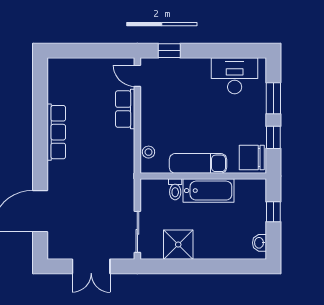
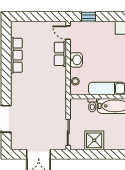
washbasin: (150, 119) -> (76, 60), added
row of seats: (56, 132) -> (16, 55), moved

